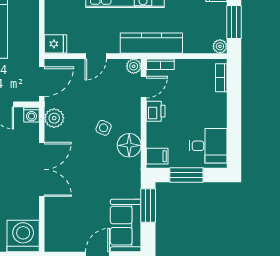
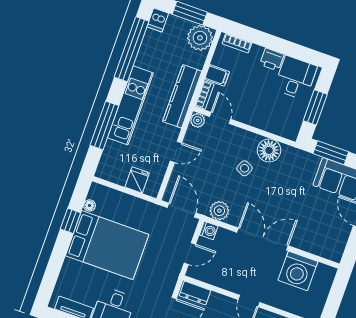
fridge: (56, 44) -> (137, 180), moved
plant: (220, 46) -> (200, 38), width x1.88, depth x1.88
door: (96, 56) -> (176, 152), hinge flipped
printer: (156, 111) -> (272, 59), moved, turned 180
filing cabinet: (157, 156) -> (217, 75), moved, turned 90
washing machine: (23, 236) -> (298, 271), moved, turned -90

